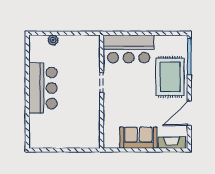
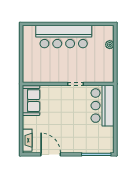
rug: (170, 77) -> (80, 139), removed
bar counter: (43, 88) -> (64, 37), width x1.36
sofa: (138, 138) -> (31, 101), moved

